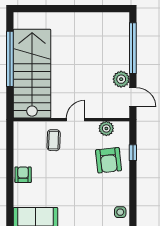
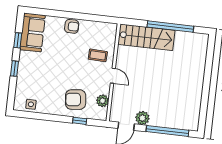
stairs: (32, 74) -> (146, 37), width x0.73, depth x0.66

